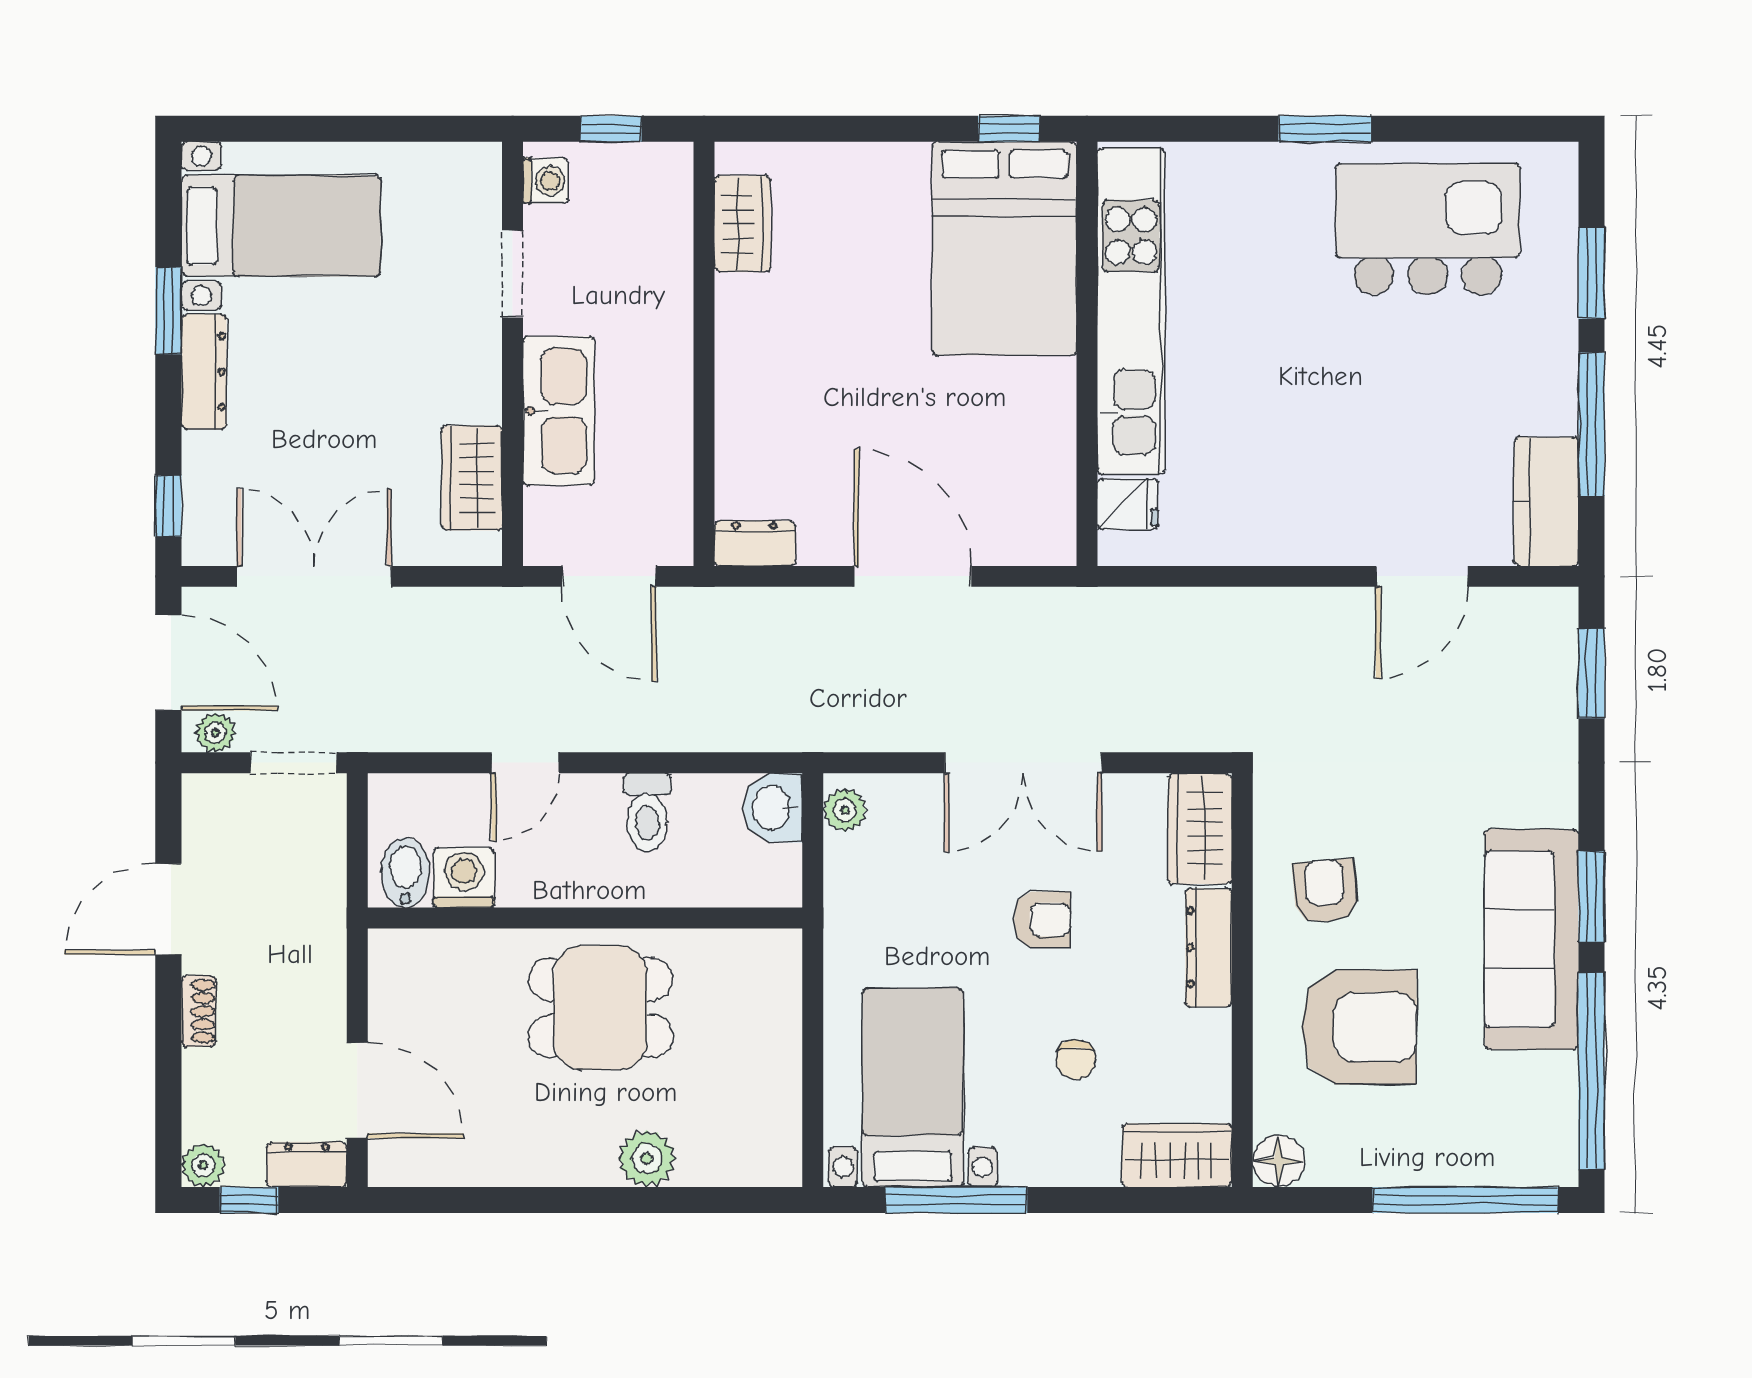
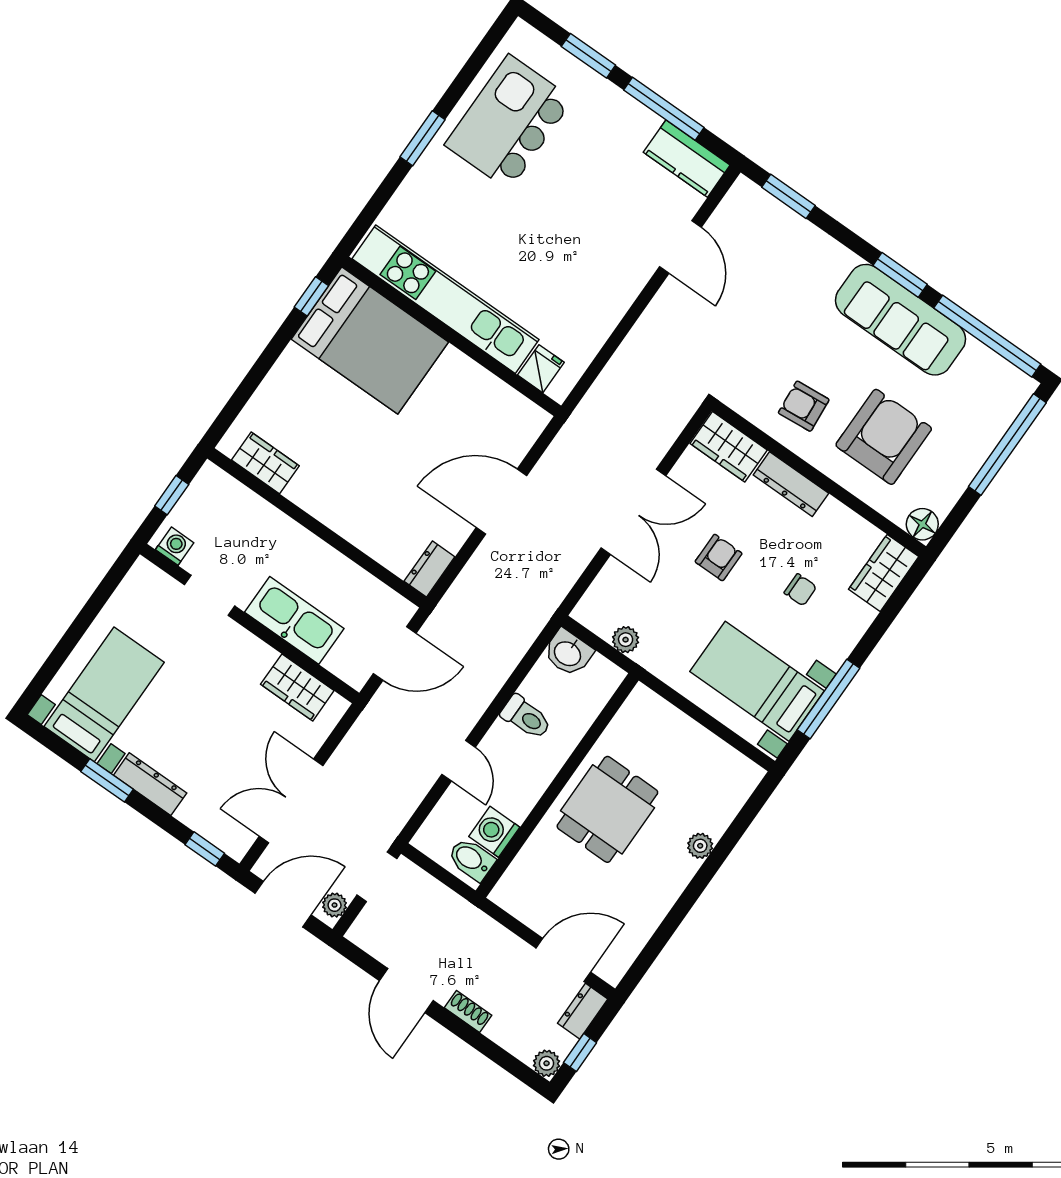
plant: (845, 810) -> (626, 640), moved
plant: (647, 1158) -> (700, 846), width x0.73, depth x0.73

